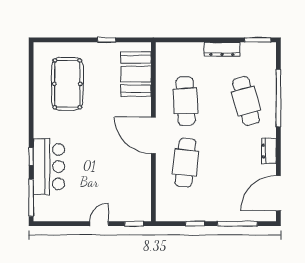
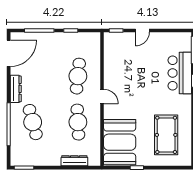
dresser: (222, 49) -> (74, 161), moved
booth: (136, 74) -> (120, 142), width x1.36, depth x1.42
door: (153, 135) -> (102, 96), width x0.53
dresser: (269, 151) -> (16, 89), width x1.44

